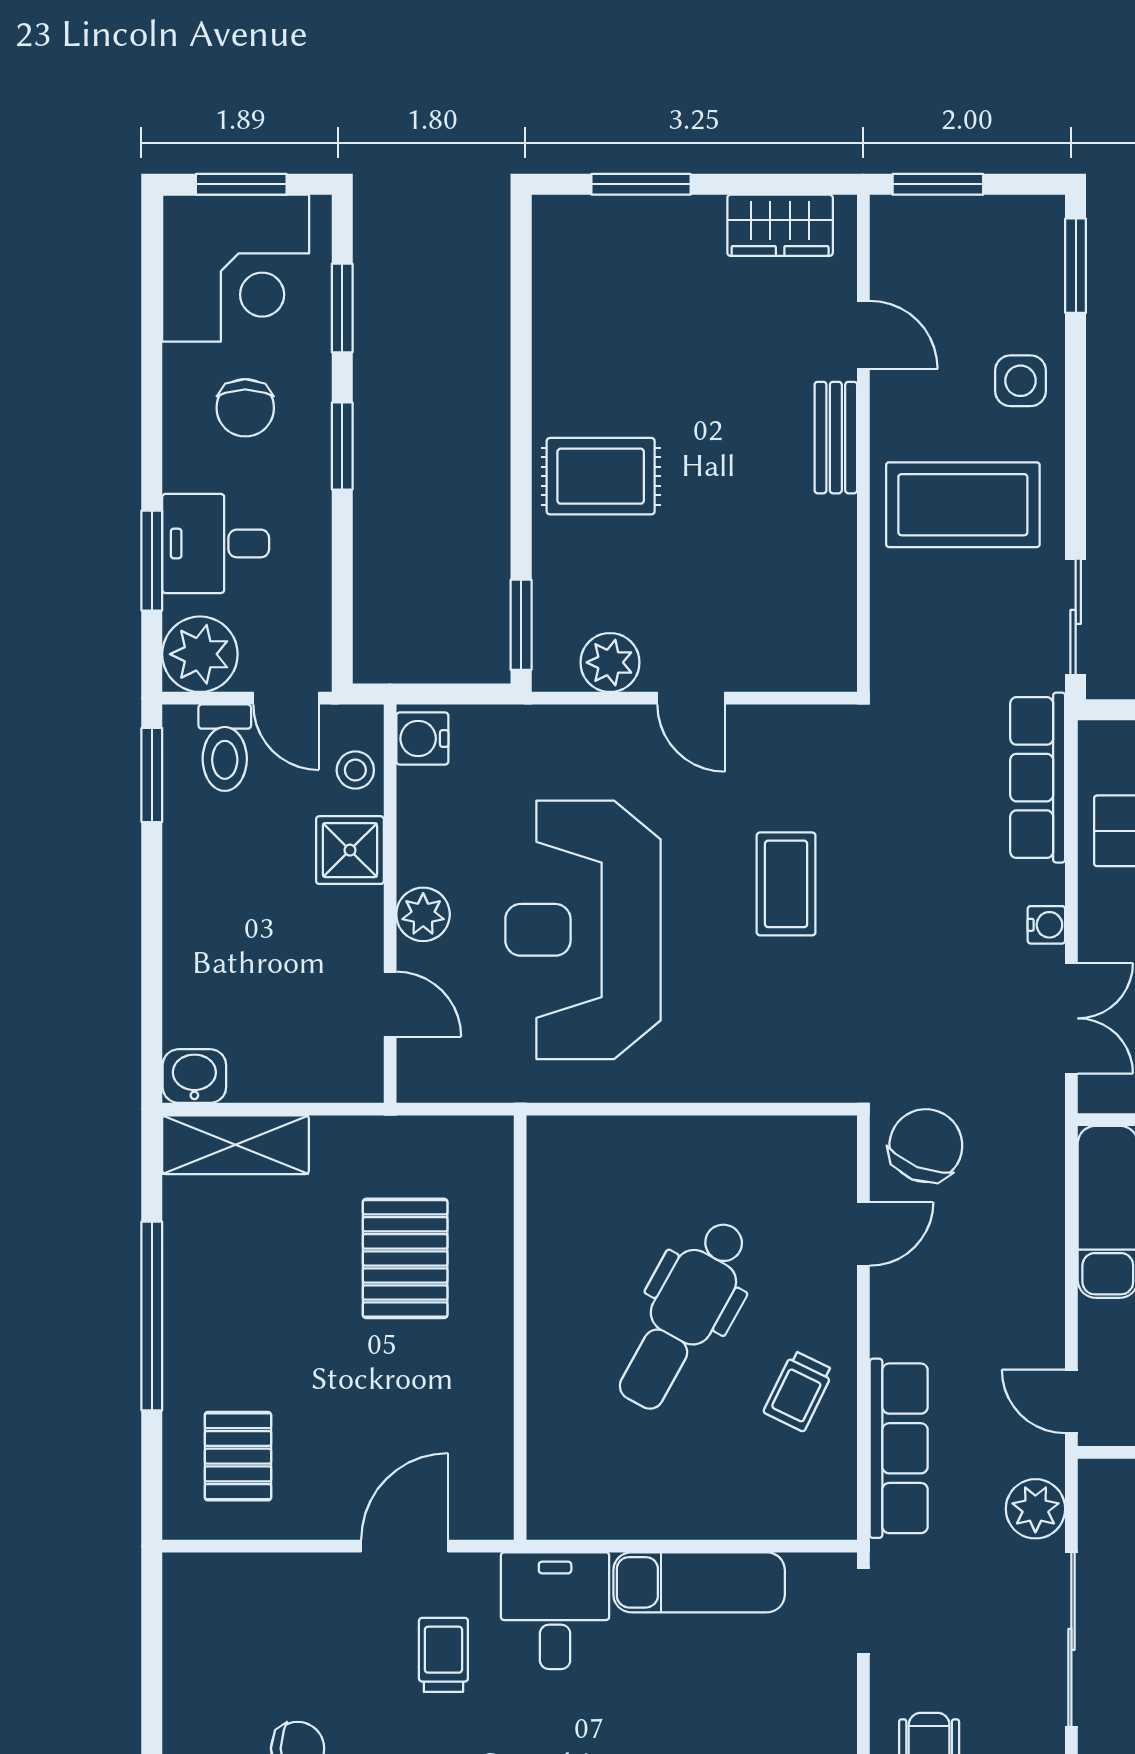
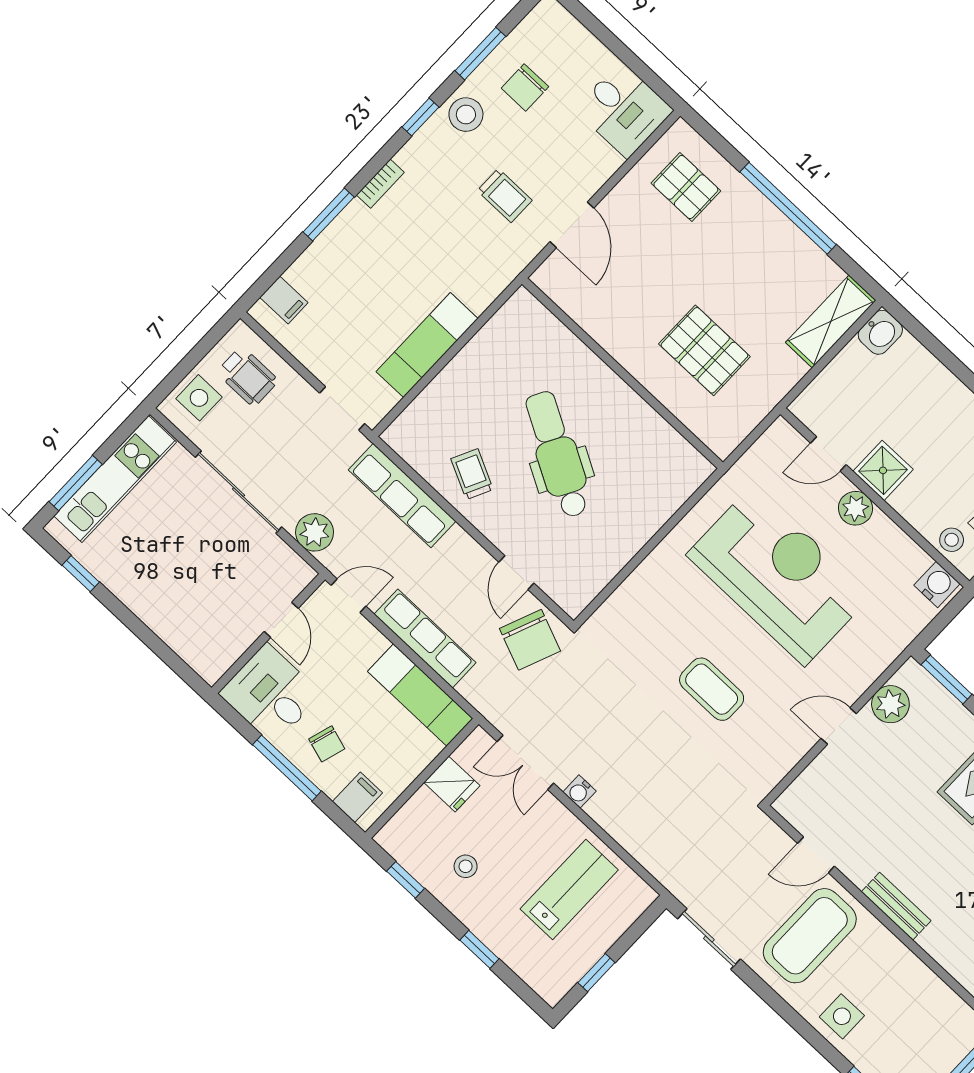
door: (863, 335) -> (816, 855), moved
row of seats: (1038, 778) -> (425, 638), moved
shower: (350, 850) -> (883, 470), moved
desk: (555, 1611) -> (624, 110), moved

